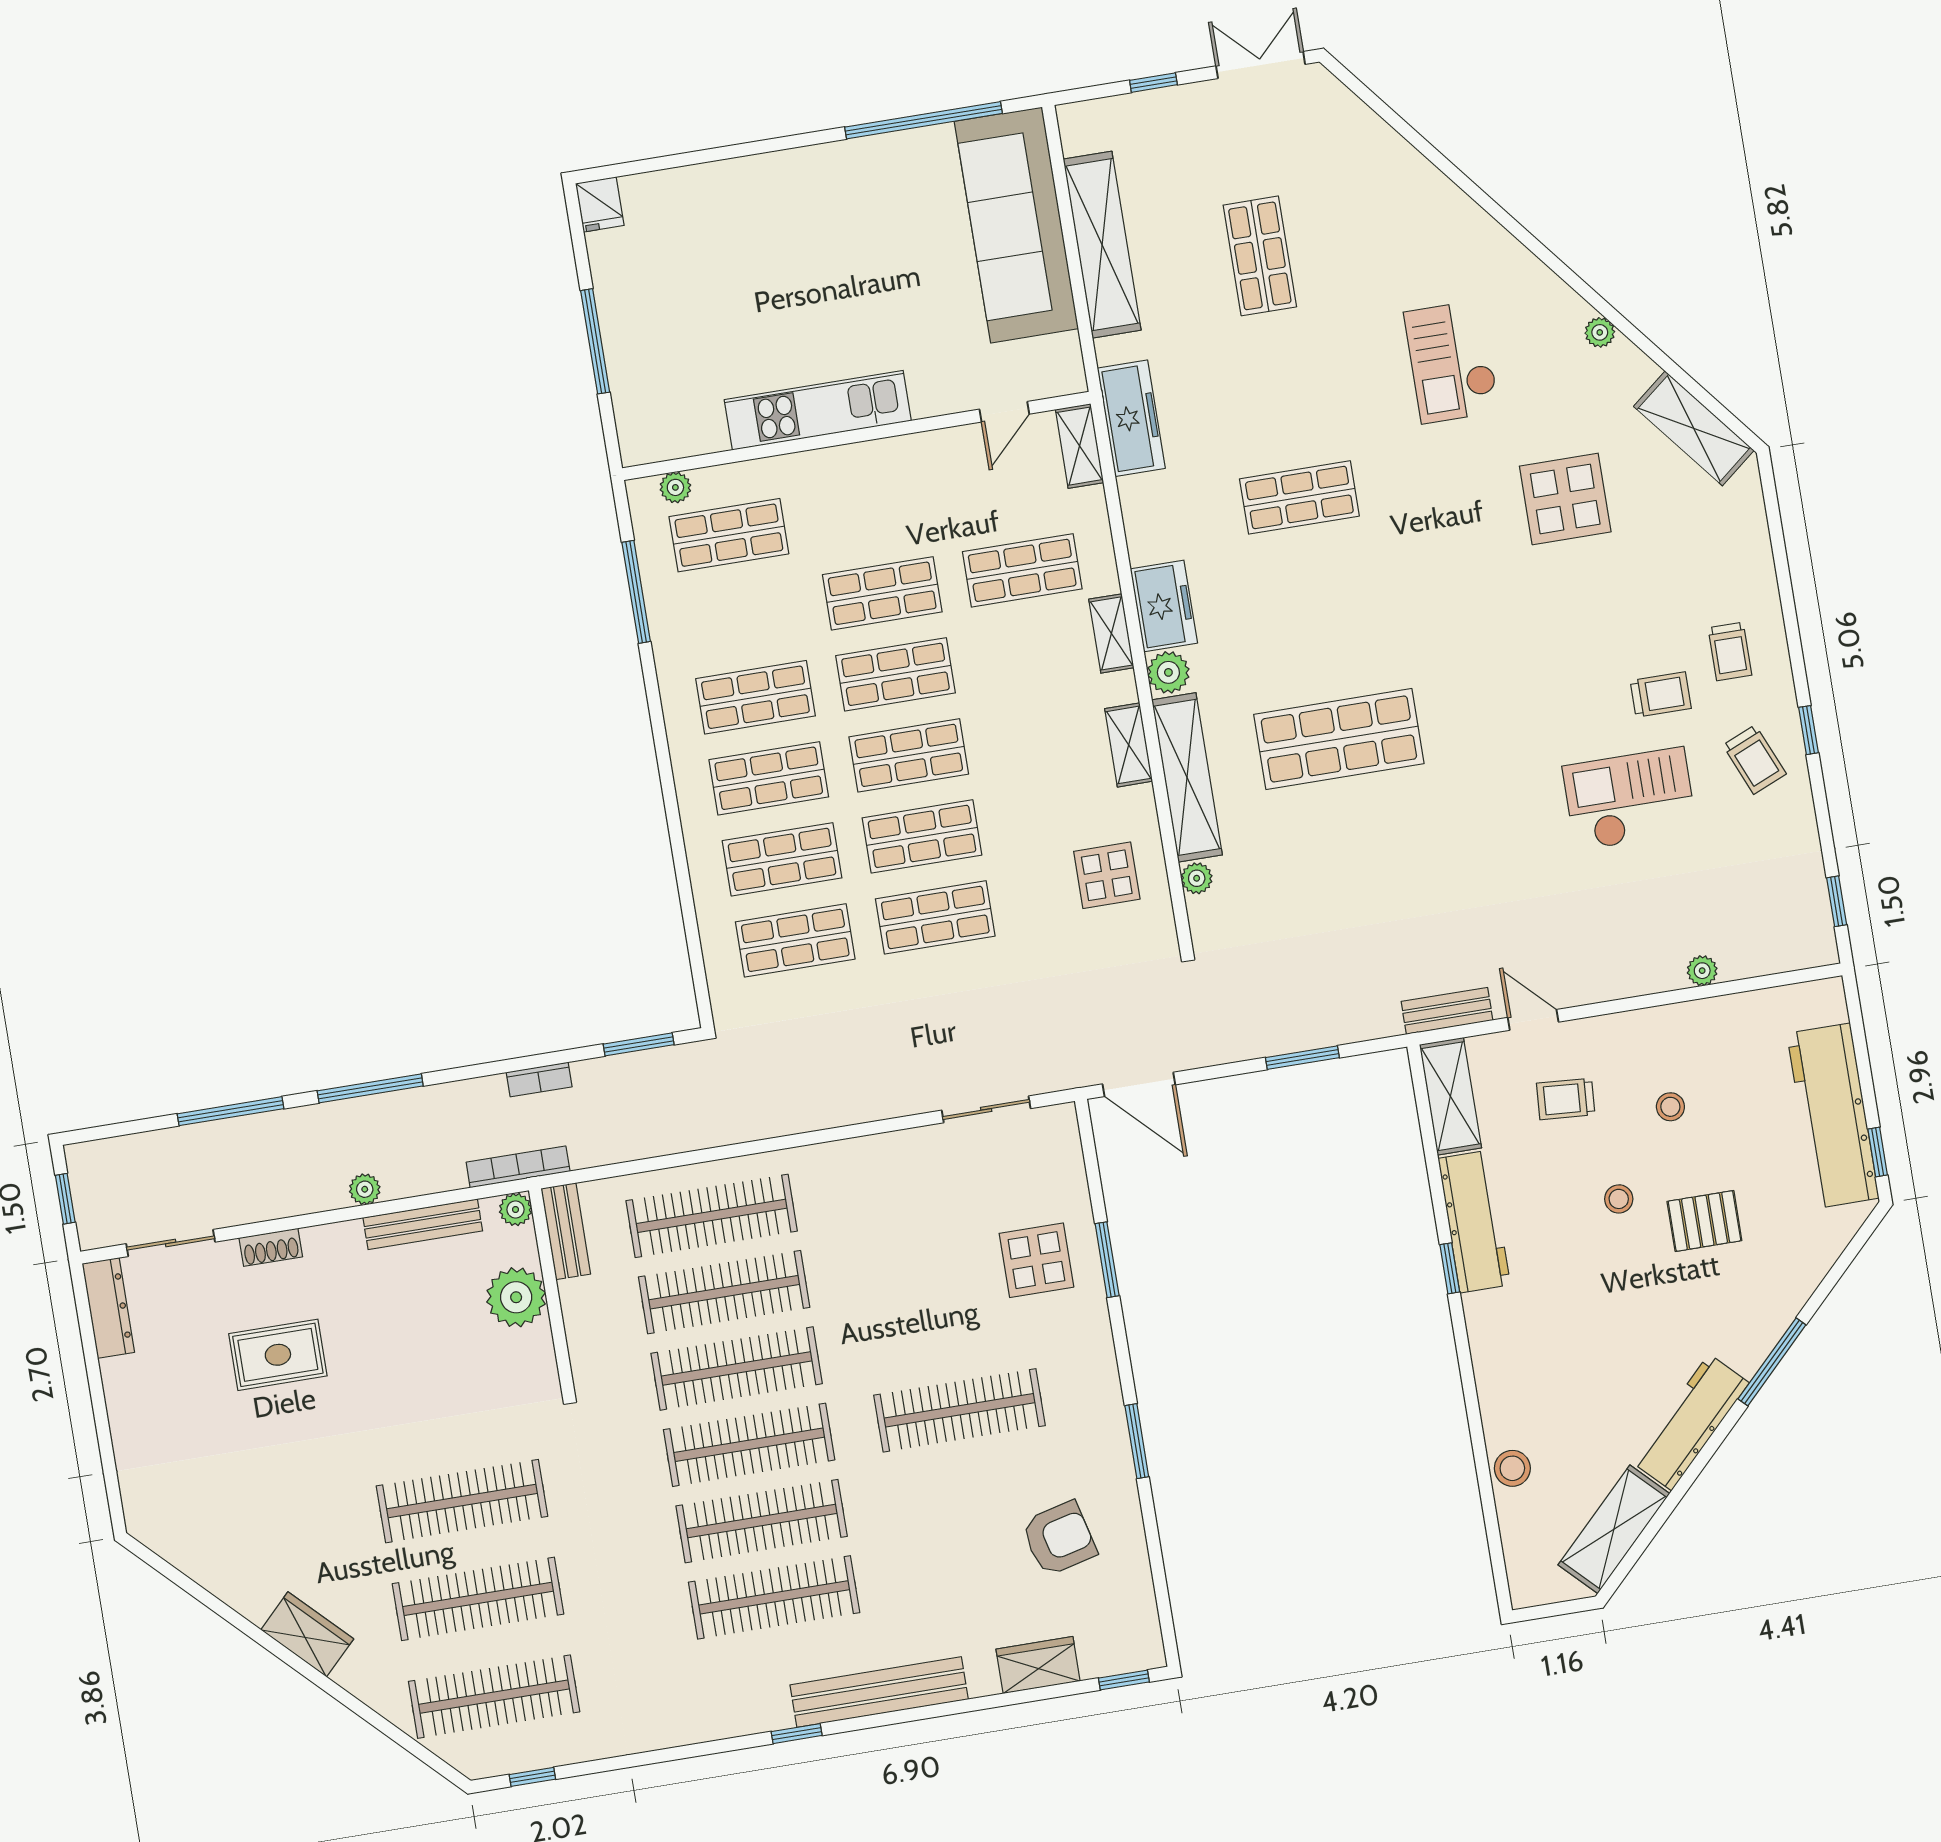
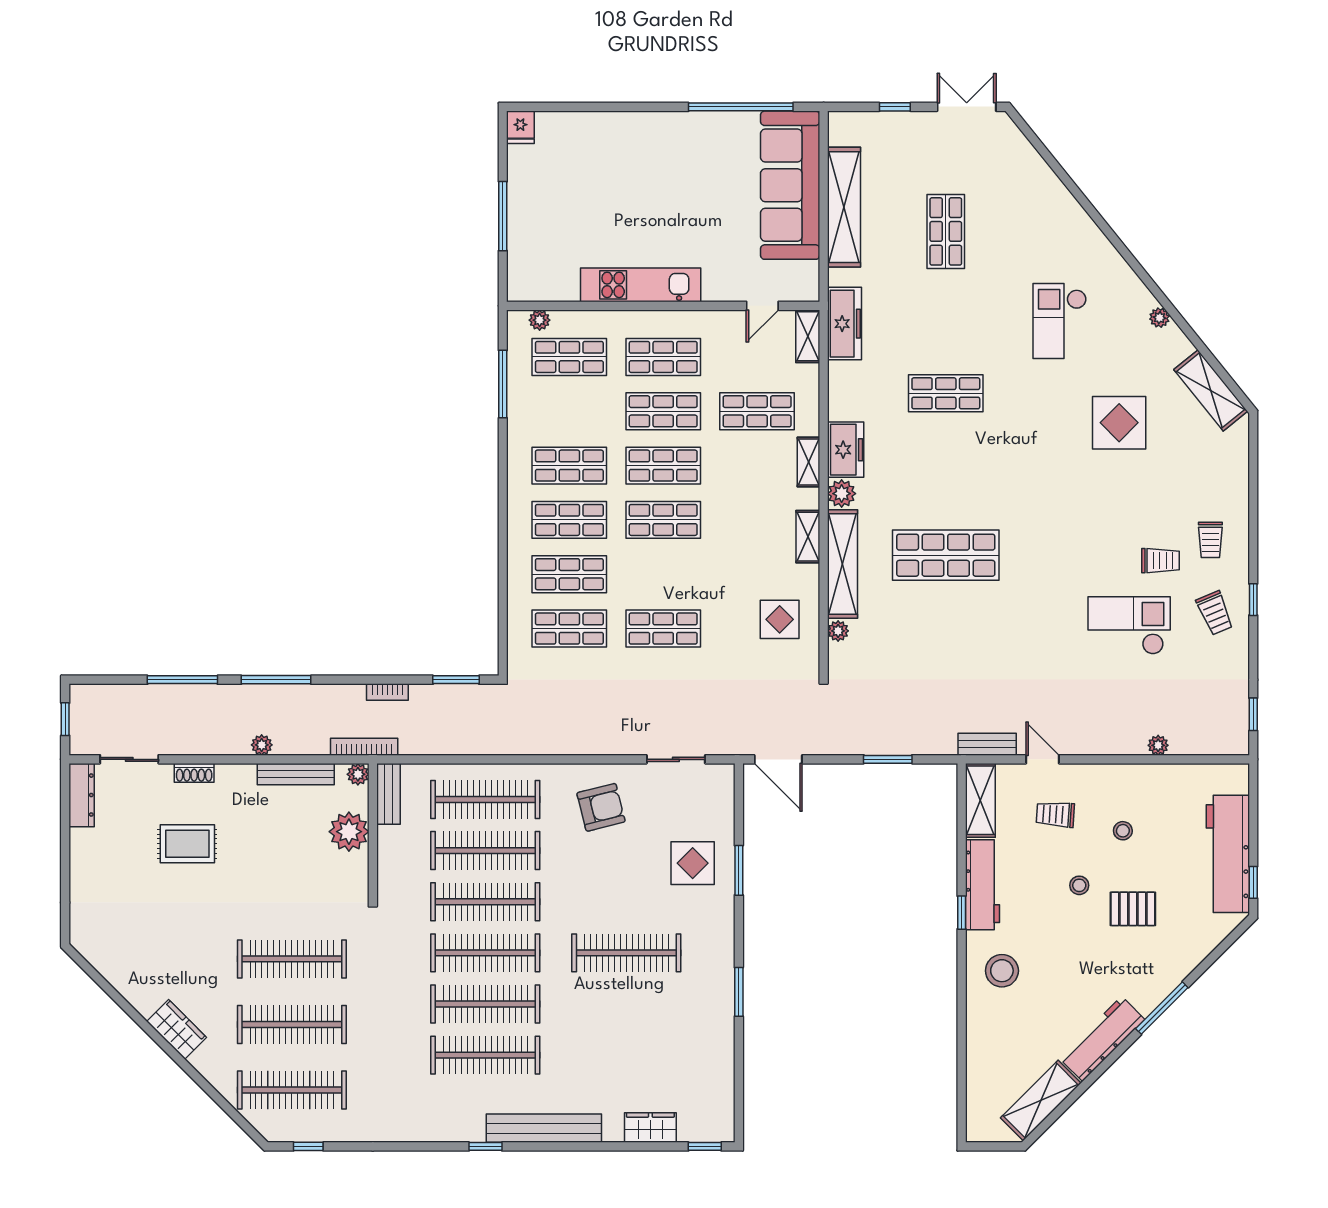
shop shelf: (922, 836) -> (663, 357), moved
stool: (1512, 1468) -> (1002, 971), moved, width x1.38, depth x1.38
armchair: (1059, 1538) -> (601, 807), moved

